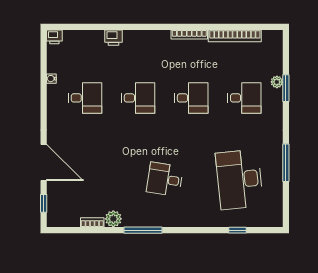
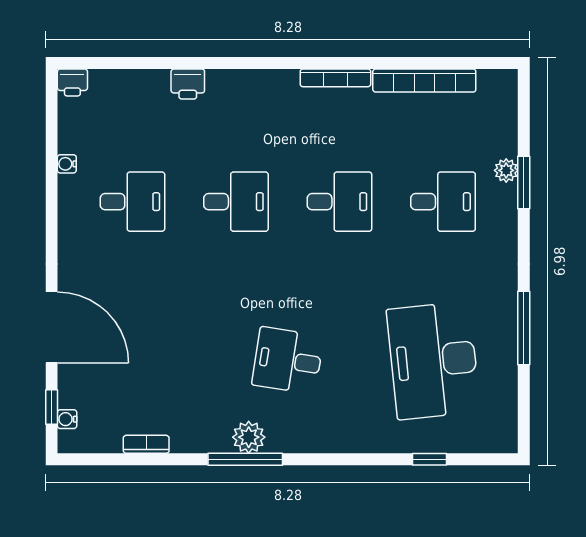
water cooler: (52, 210) -> (67, 419), added
plant: (113, 219) -> (249, 437), moved

